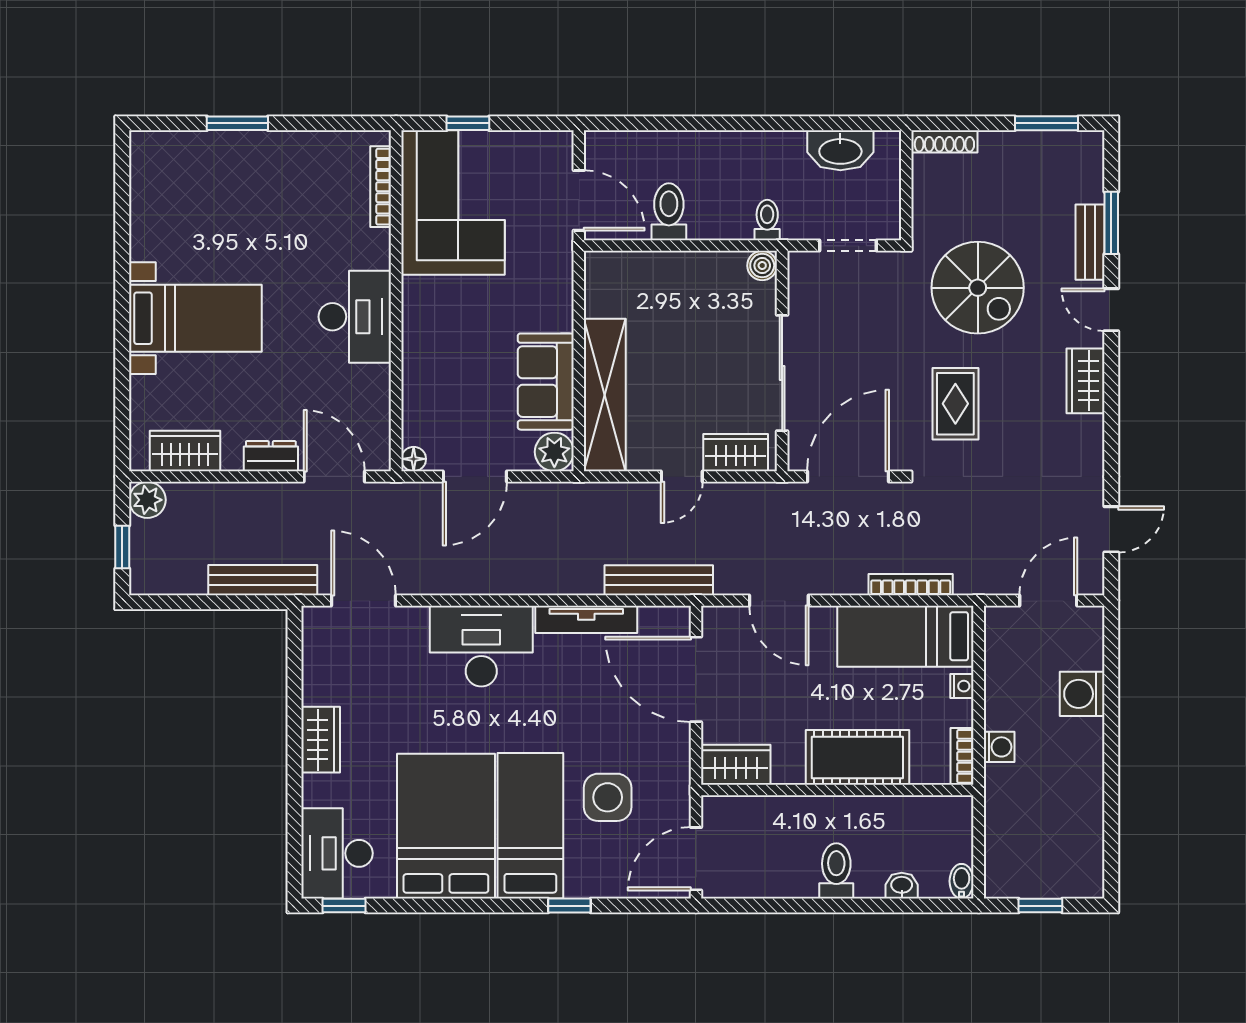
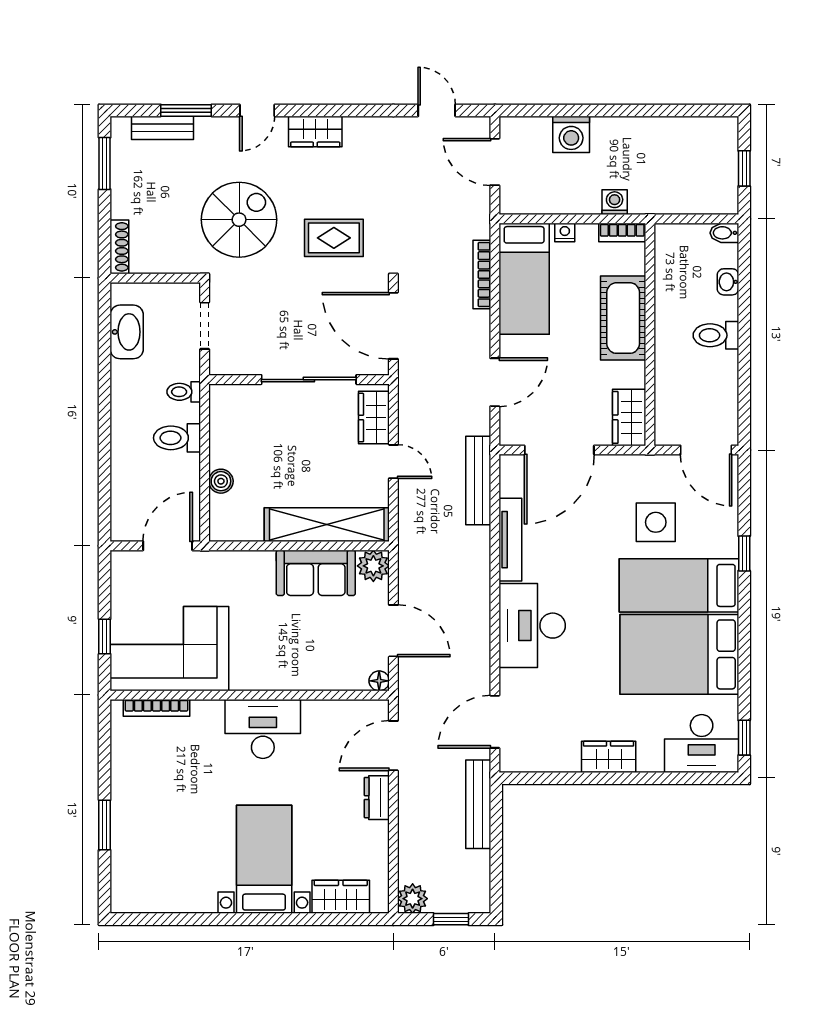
toilet: (669, 212) -> (177, 438), moved
bench: (1090, 242) -> (162, 128), moved
boiler: (762, 266) -> (221, 481), moved
wardrobe: (185, 451) -> (341, 897), moved, turned 90

